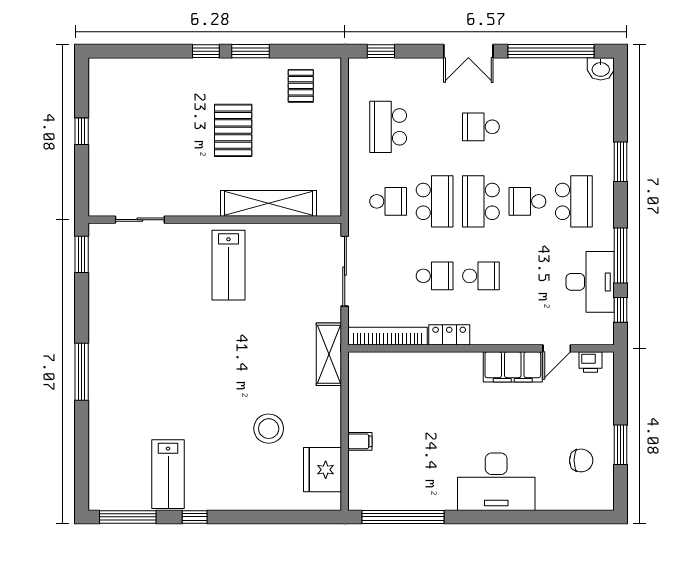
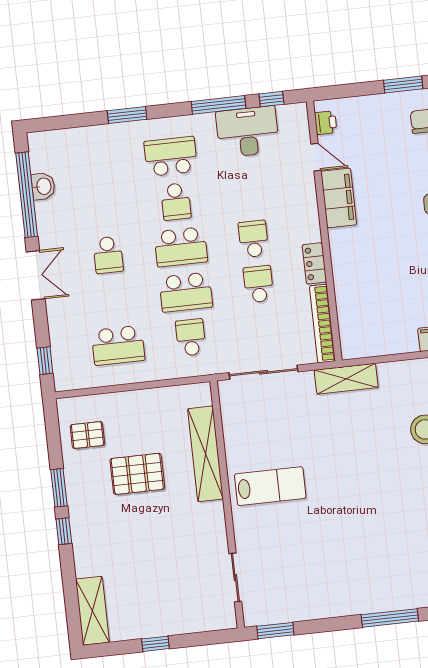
washbasin: (601, 69) -> (43, 186), moved
shelving: (122, 71) -> (92, 611), added
pallet: (233, 130) -> (137, 474), moved
school desk: (435, 201) -> (186, 292), turned 180

